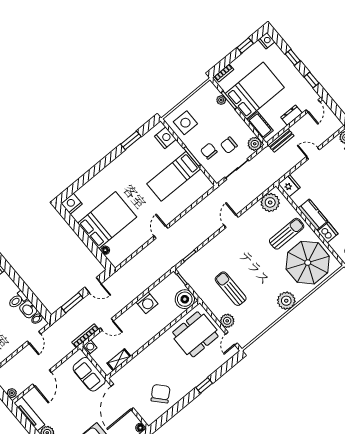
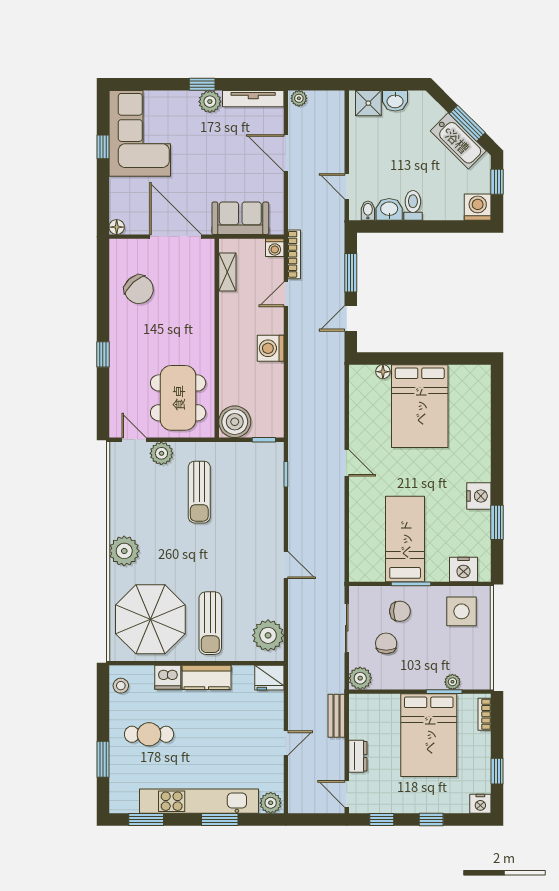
cot: (260, 125) -> (378, 705), removed
nightstand: (72, 204) -> (479, 496), moved
sun lounger: (231, 289) -> (199, 492), turned 90
washing machine: (147, 303) -> (271, 348), moved

